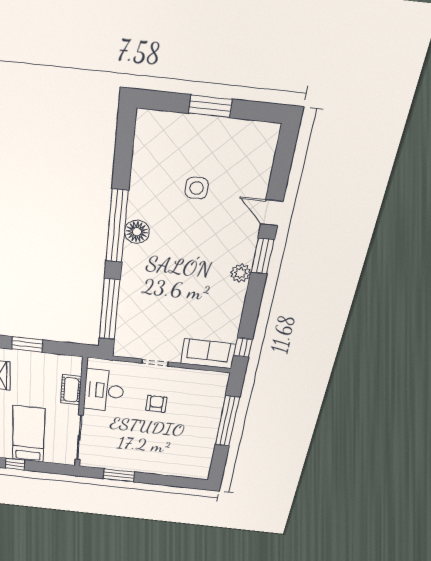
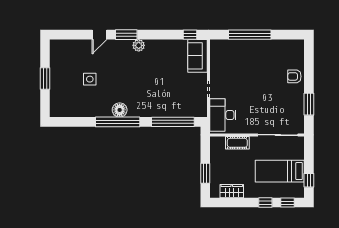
desk: (104, 391) -> (223, 115), moved, turned 90
armchair: (156, 404) -> (294, 76), moved

